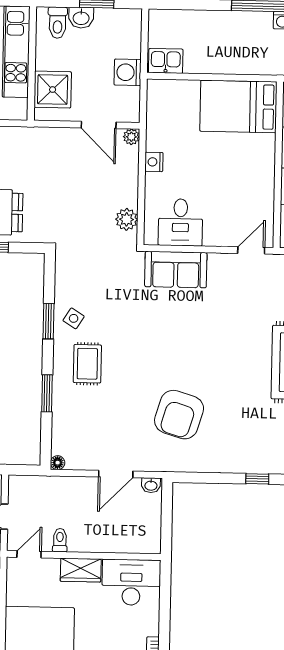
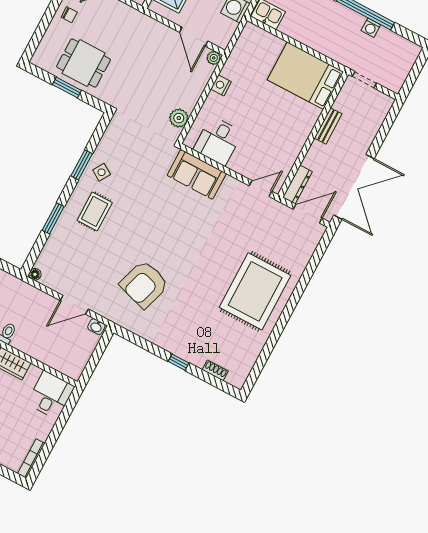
desk: (131, 582) -> (51, 395), width x0.73

